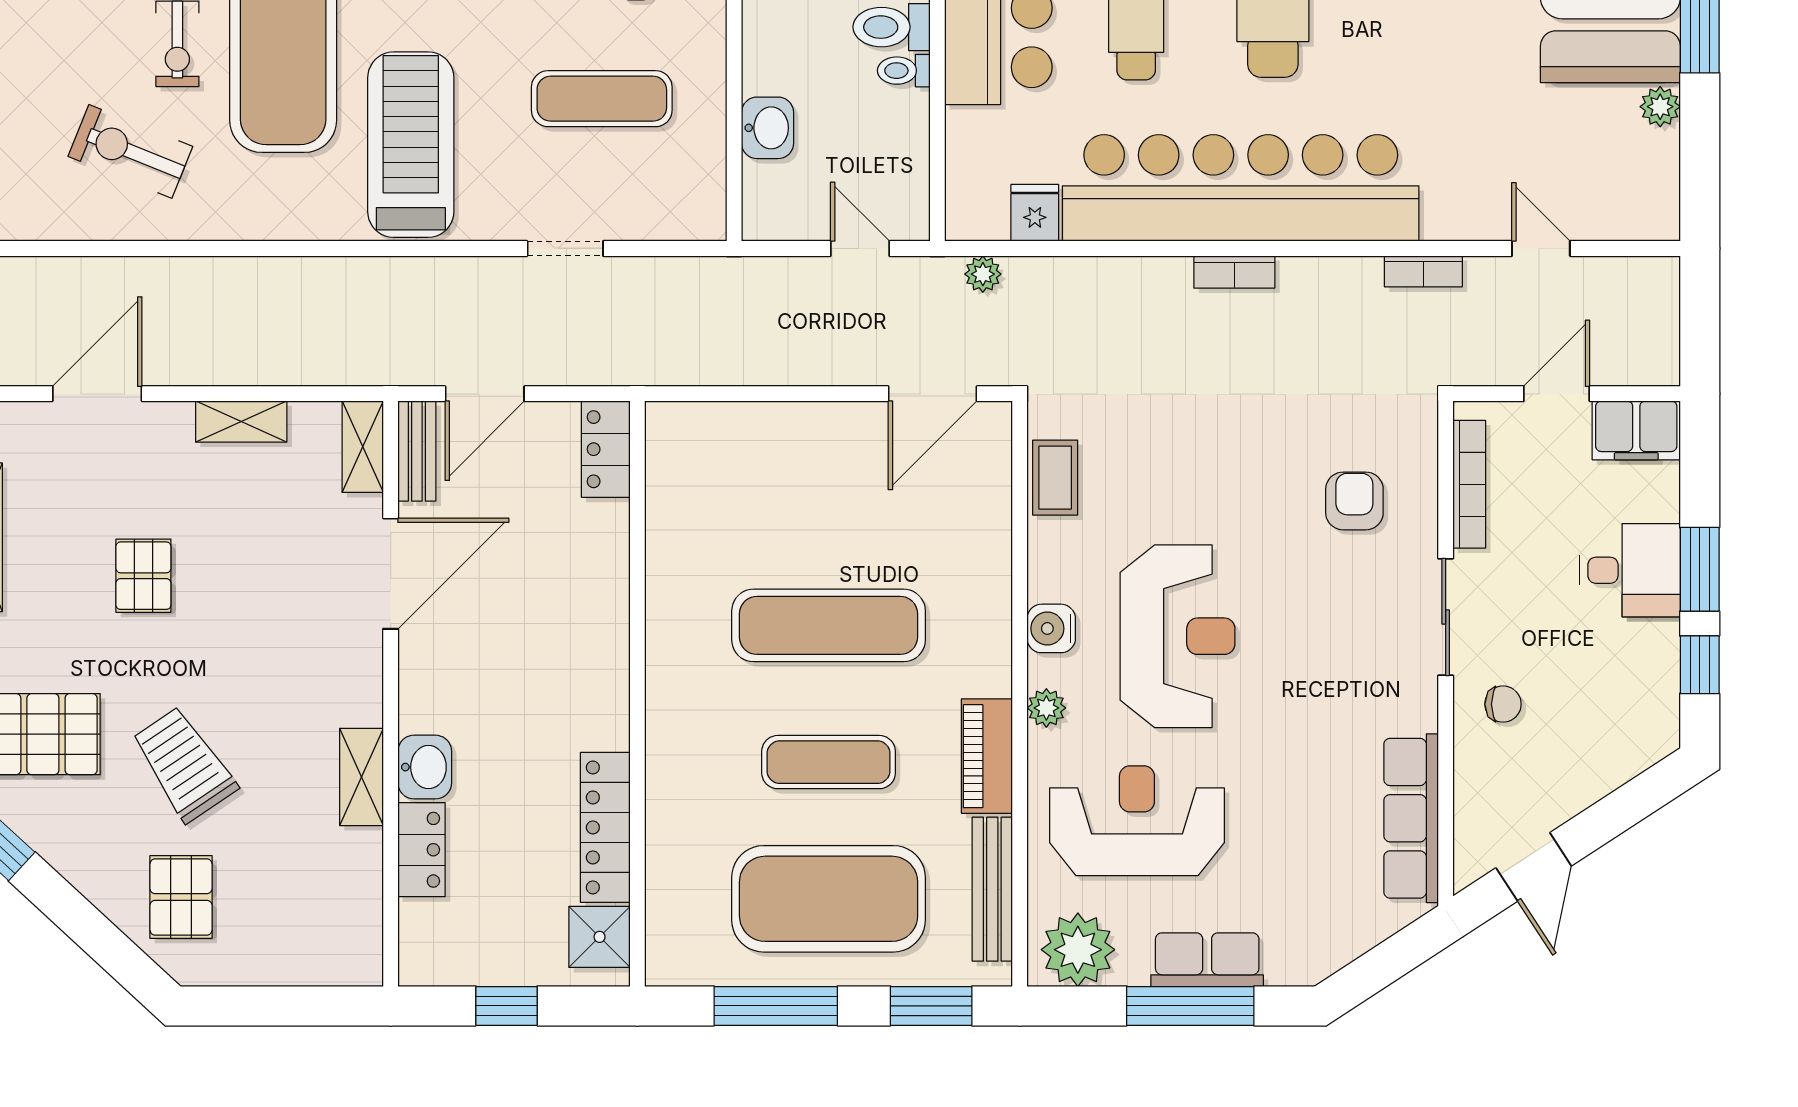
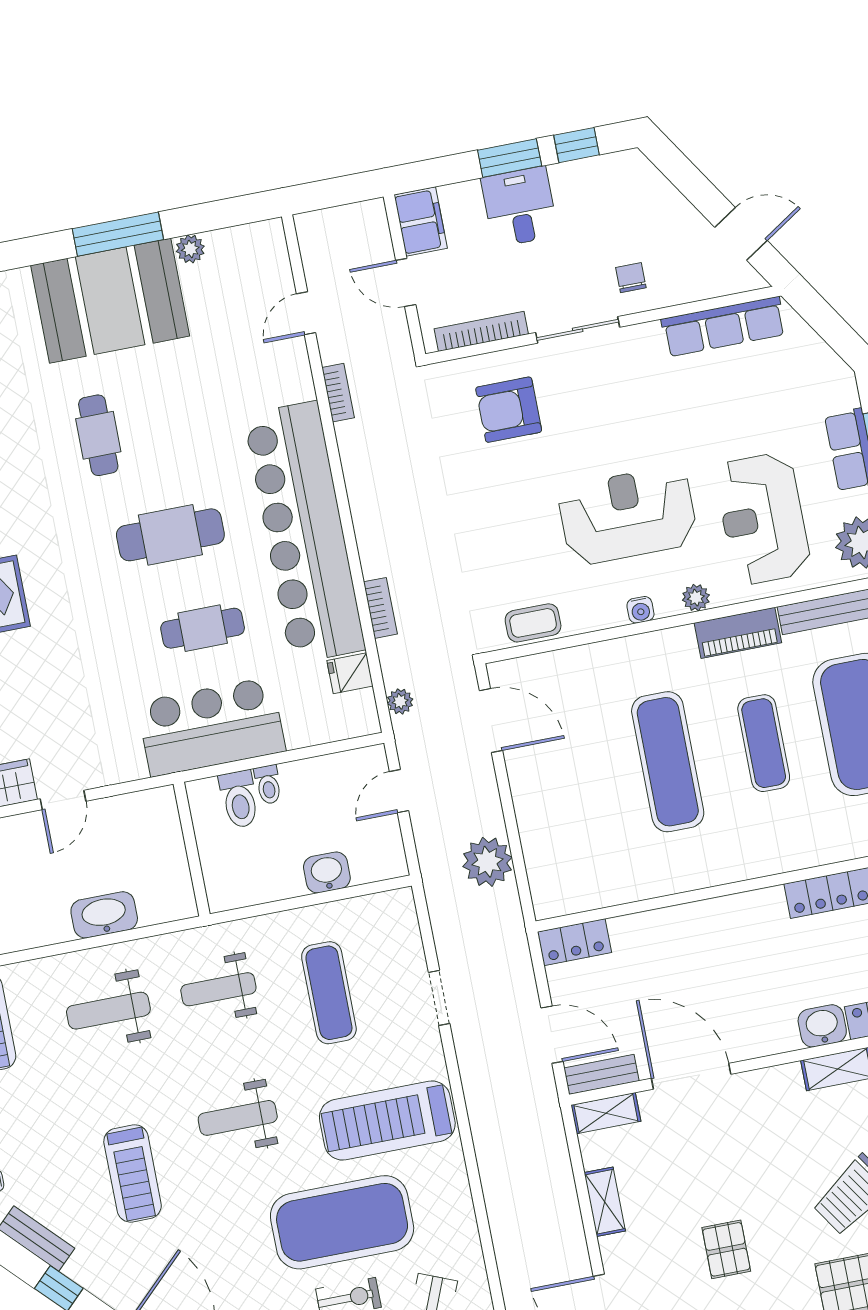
bookcase: (1234, 272) -> (380, 608), moved
plant: (739, 351) -> (487, 862), added
armchair: (1354, 501) -> (509, 410), width x1.38, depth x1.38
pallet: (143, 576) -> (726, 1249), turned 90
water cooler: (1051, 628) -> (640, 610), width x0.72, depth x0.72

